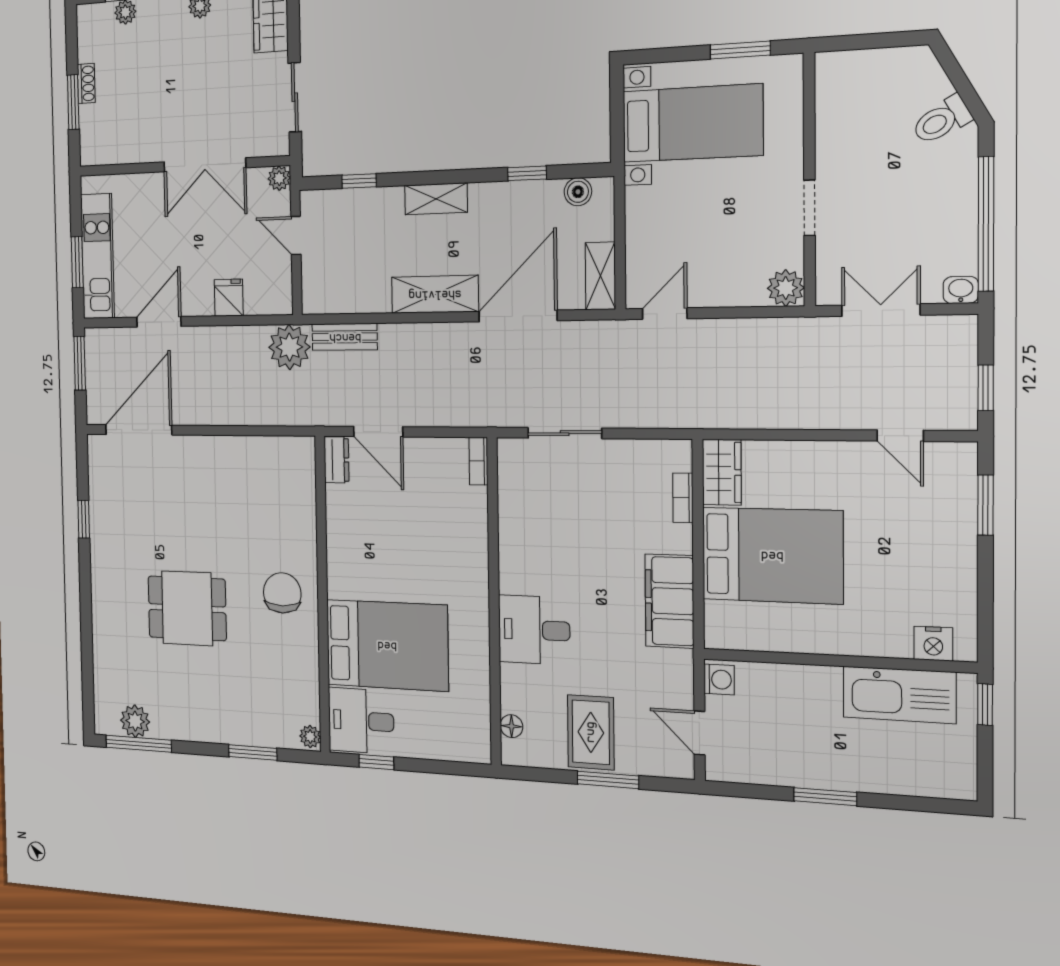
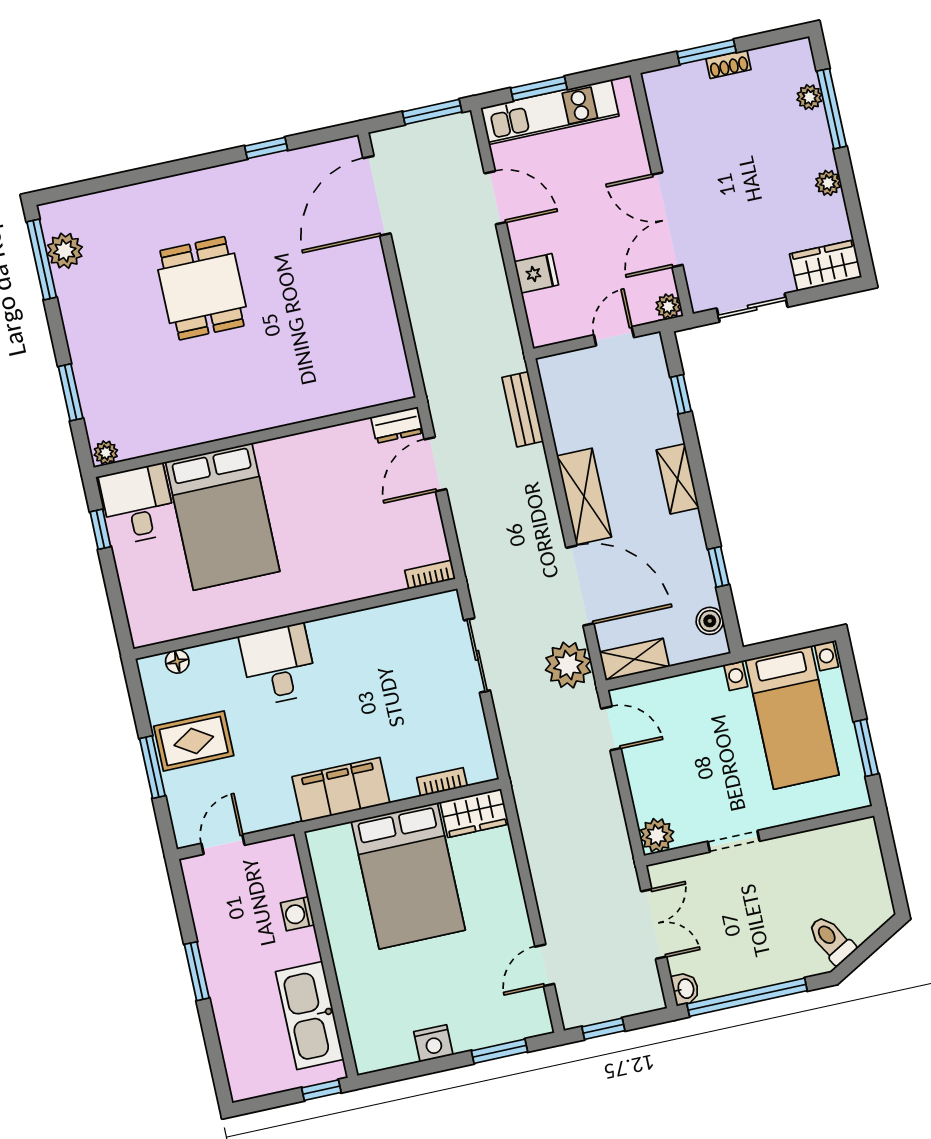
plant: (289, 347) -> (568, 665), moved
door: (139, 430) -> (377, 196), swing flipped
chair: (282, 593) -> (246, 393), removed
nightstand: (933, 644) -> (433, 1043), moved, turned -90
washing machine: (719, 679) -> (297, 914), moved, turned 90

